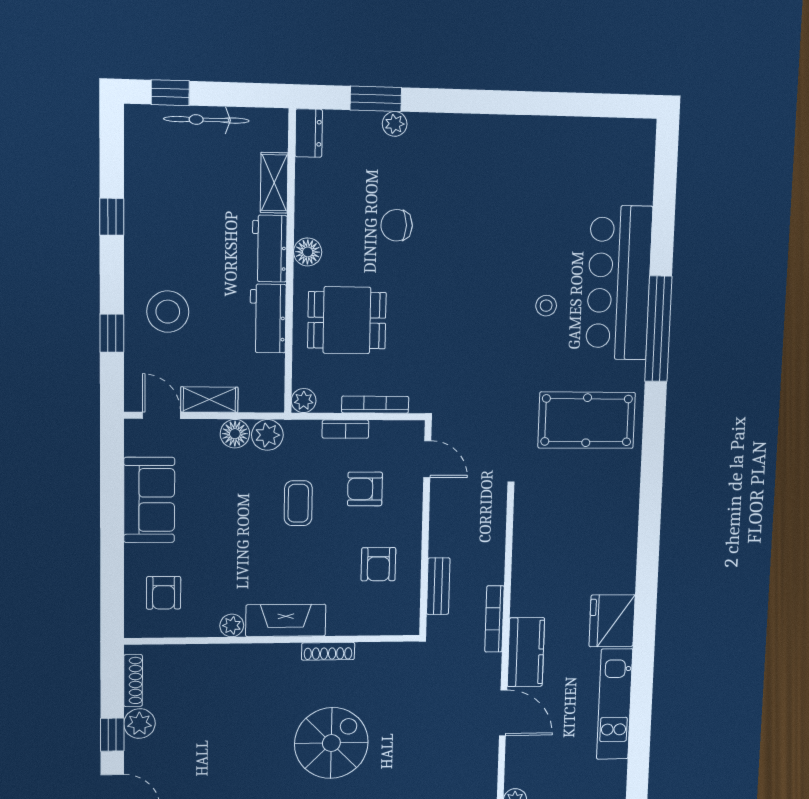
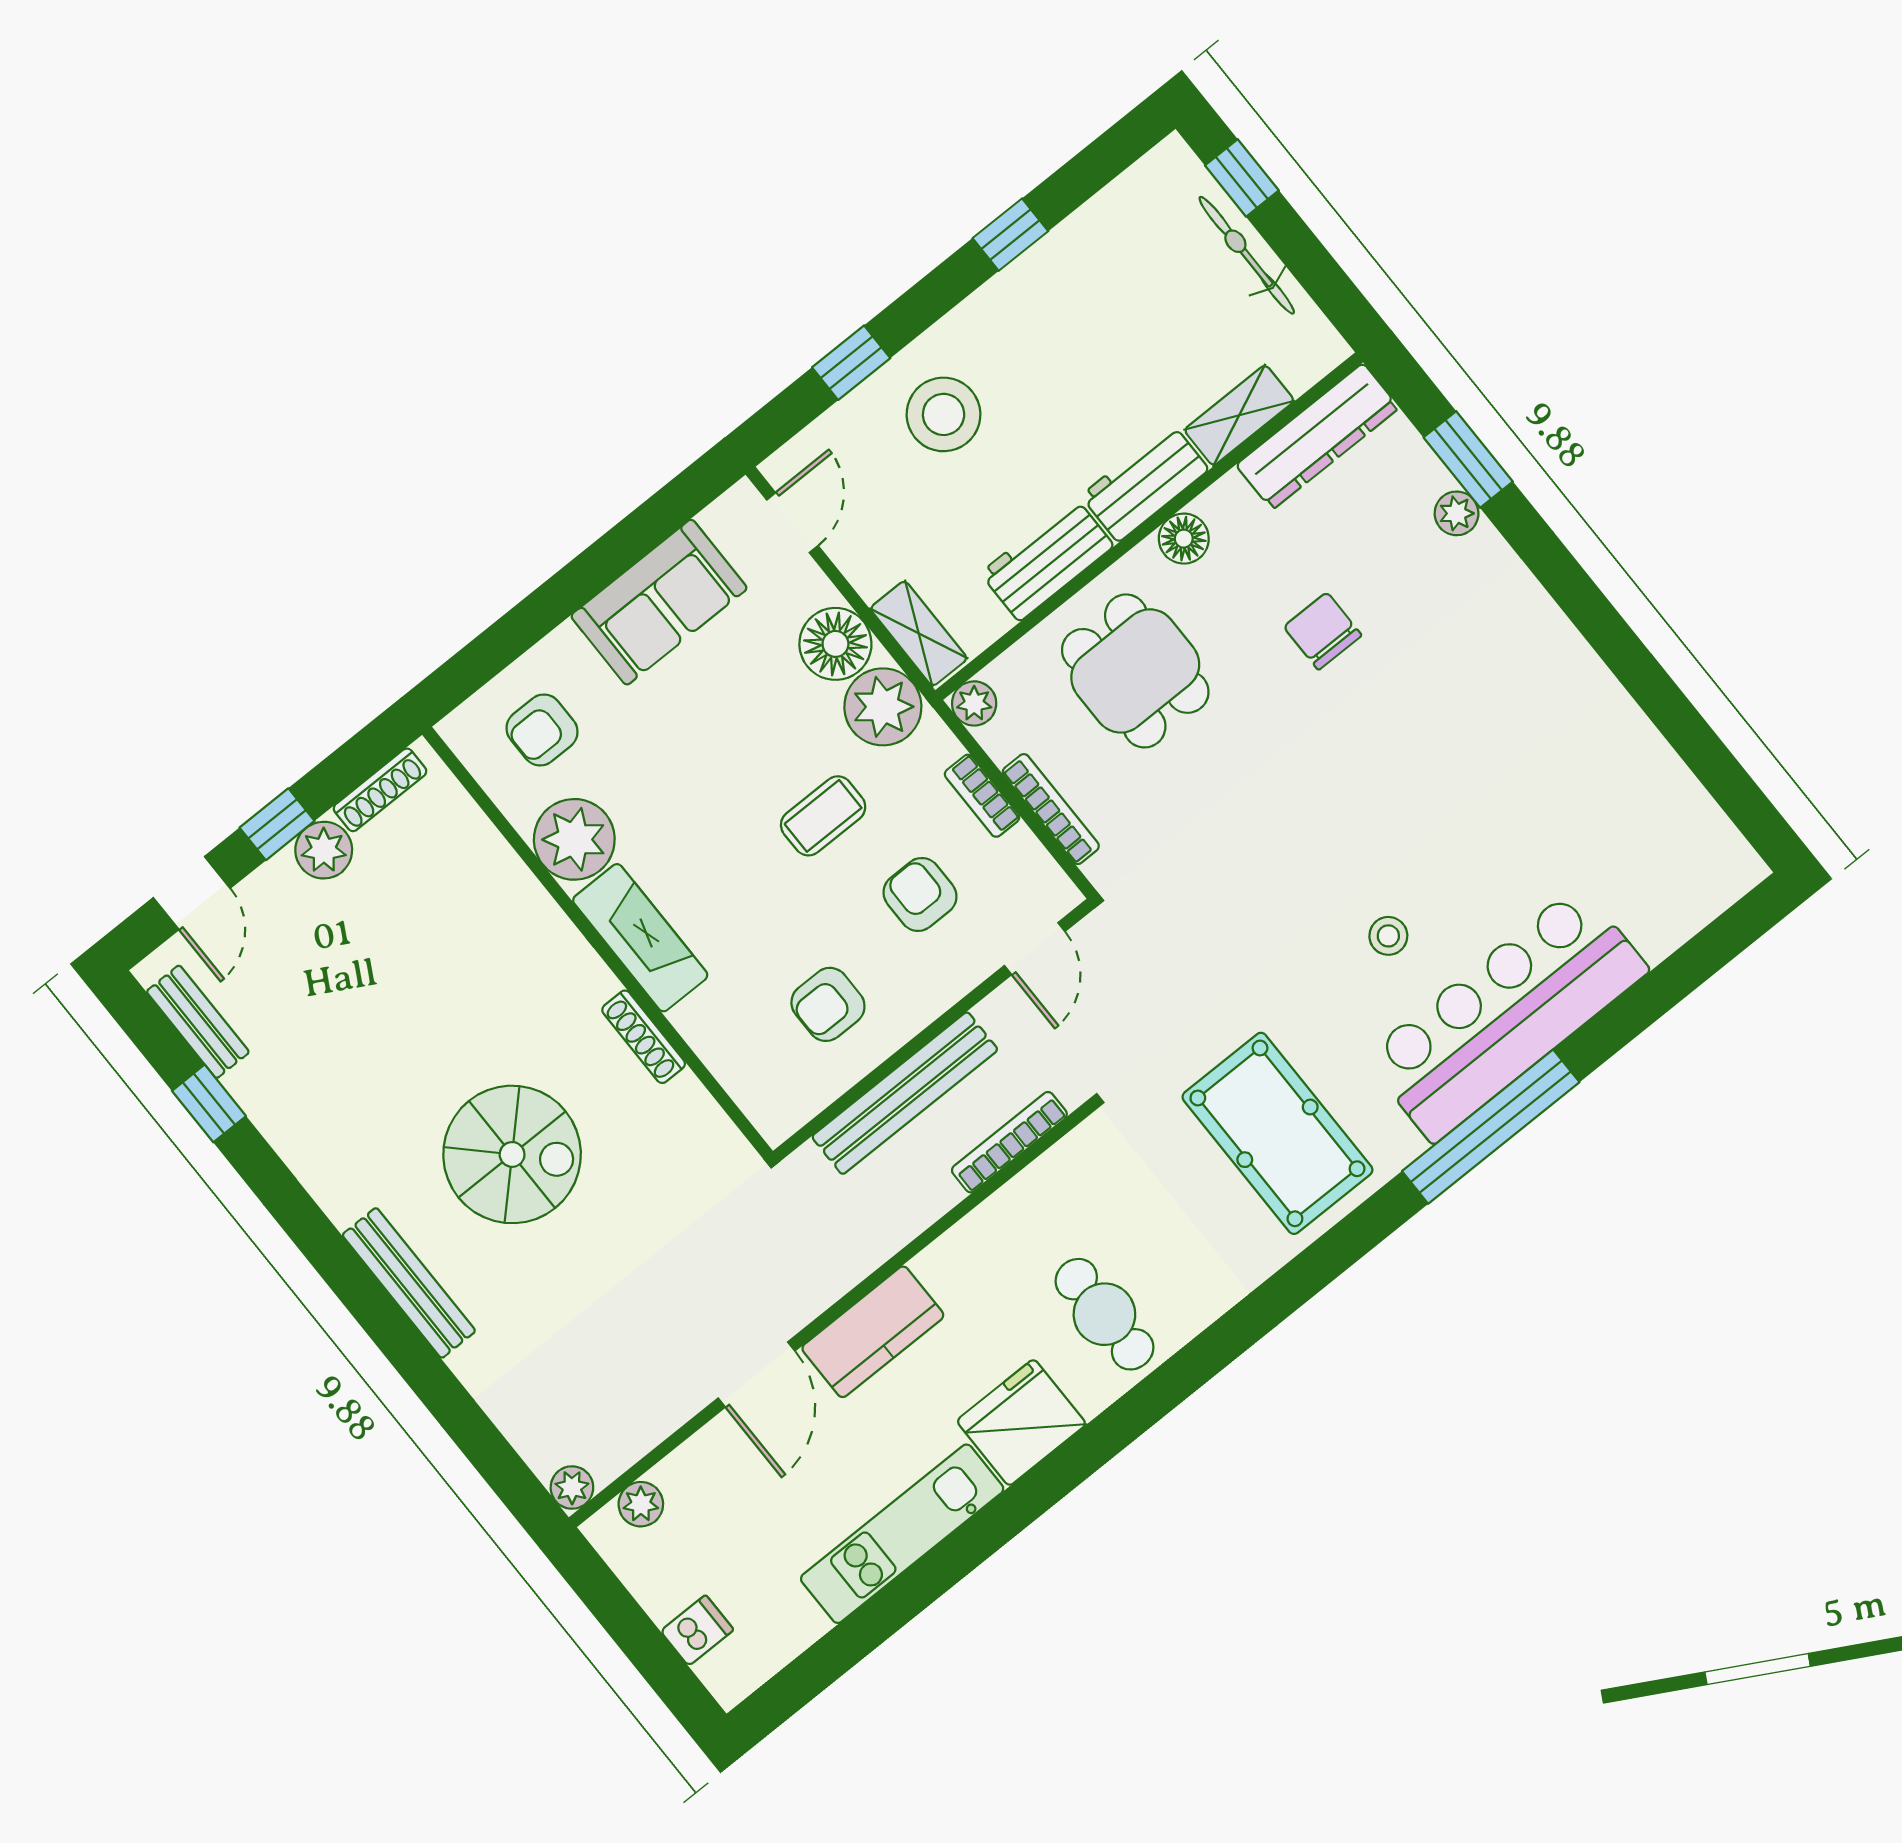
dresser: (309, 133) -> (1318, 436), width x1.96, depth x1.24
shelving: (209, 400) -> (919, 633), moved
floor lamp: (235, 434) -> (835, 644), width x1.38, depth x1.38
plant: (267, 435) -> (883, 707), width x1.36, depth x1.36
cafe table: (598, 552) -> (1104, 1314), added
bench: (438, 586) -> (905, 1093), width x1.86, depth x1.21
bookcase: (494, 619) -> (1009, 1142), moved
plant: (232, 625) -> (574, 839), width x1.87, depth x1.87

